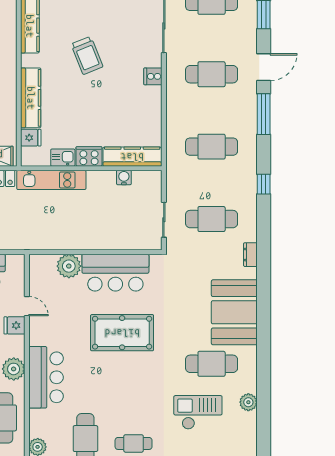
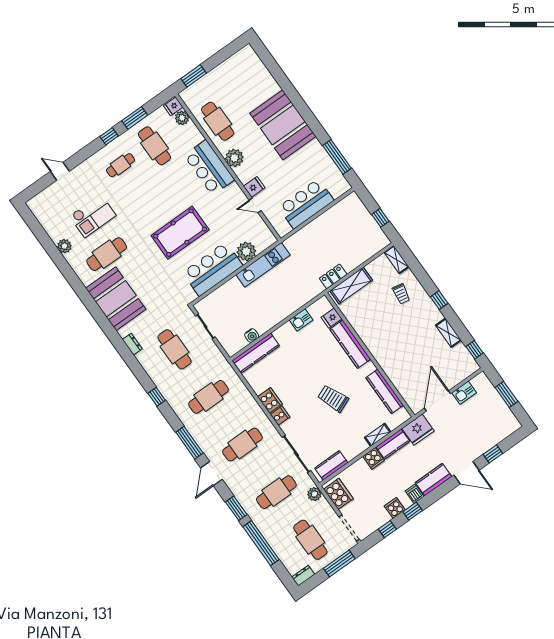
cooker: (89, 156) -> (270, 400), moved, turned -90
kitchen unit: (51, 180) -> (263, 265), moved, turned 180
cafe table: (212, 219) -> (175, 349), turned 90

